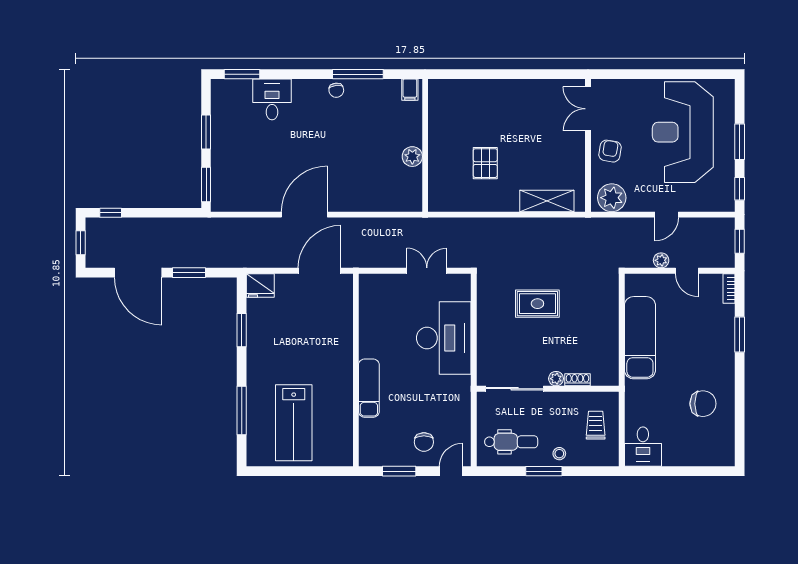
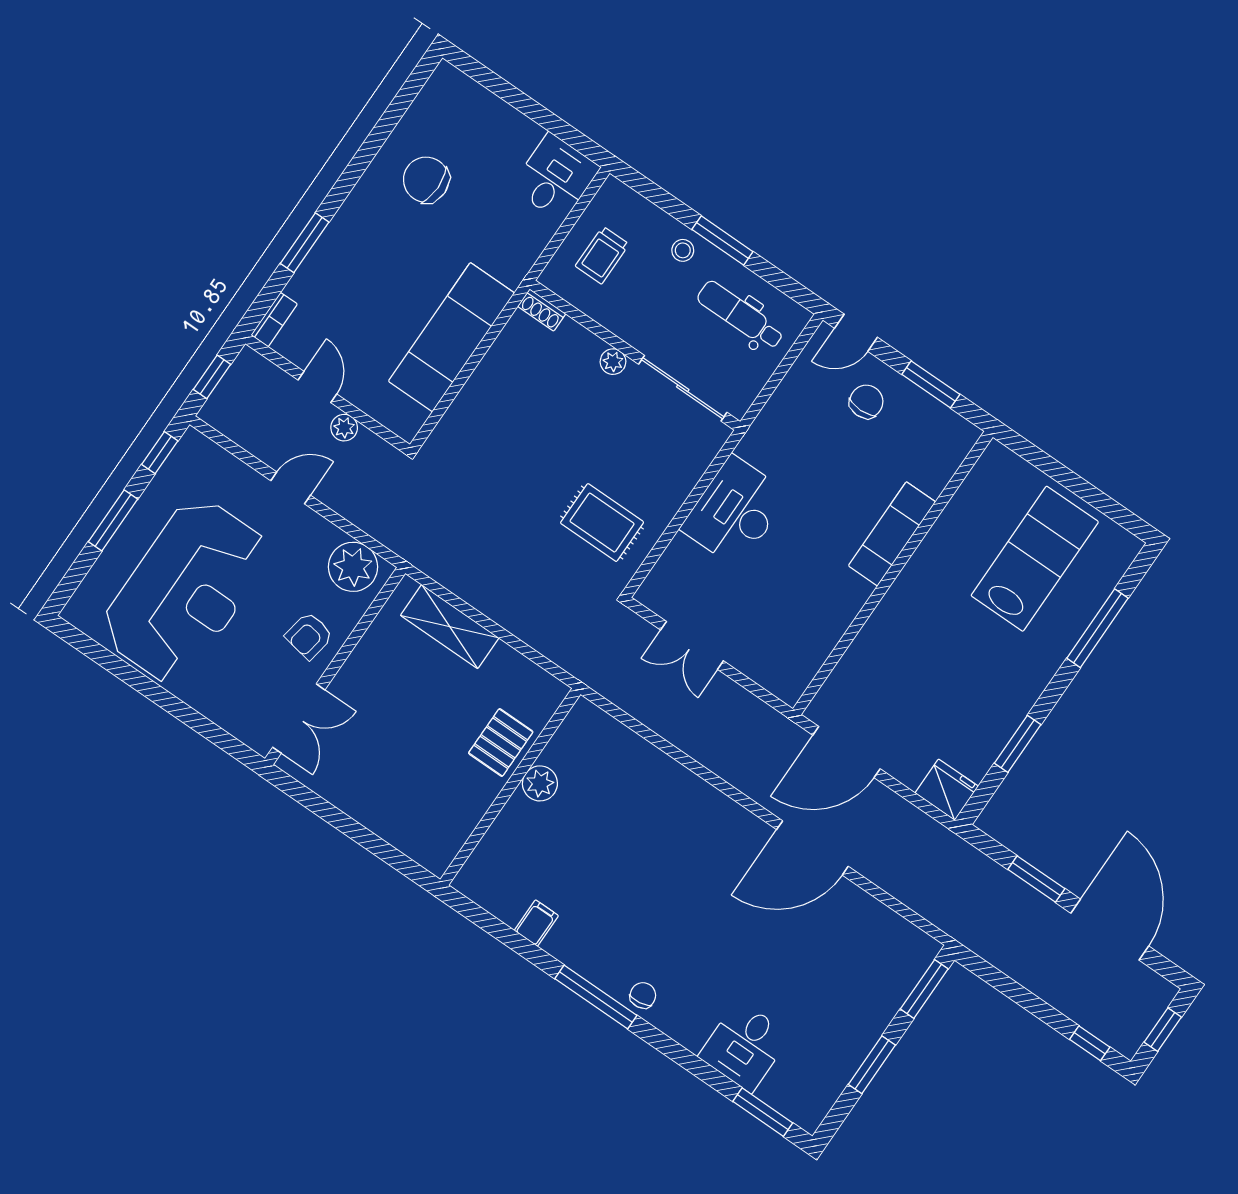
wall: (425, 145) -> (510, 787), moved
plant: (412, 157) -> (540, 783), moved
rug: (537, 304) -> (602, 523), moved
desk: (444, 338) -> (735, 511), width x0.73, depth x0.77
shoe rack: (577, 380) -> (542, 310), moved

